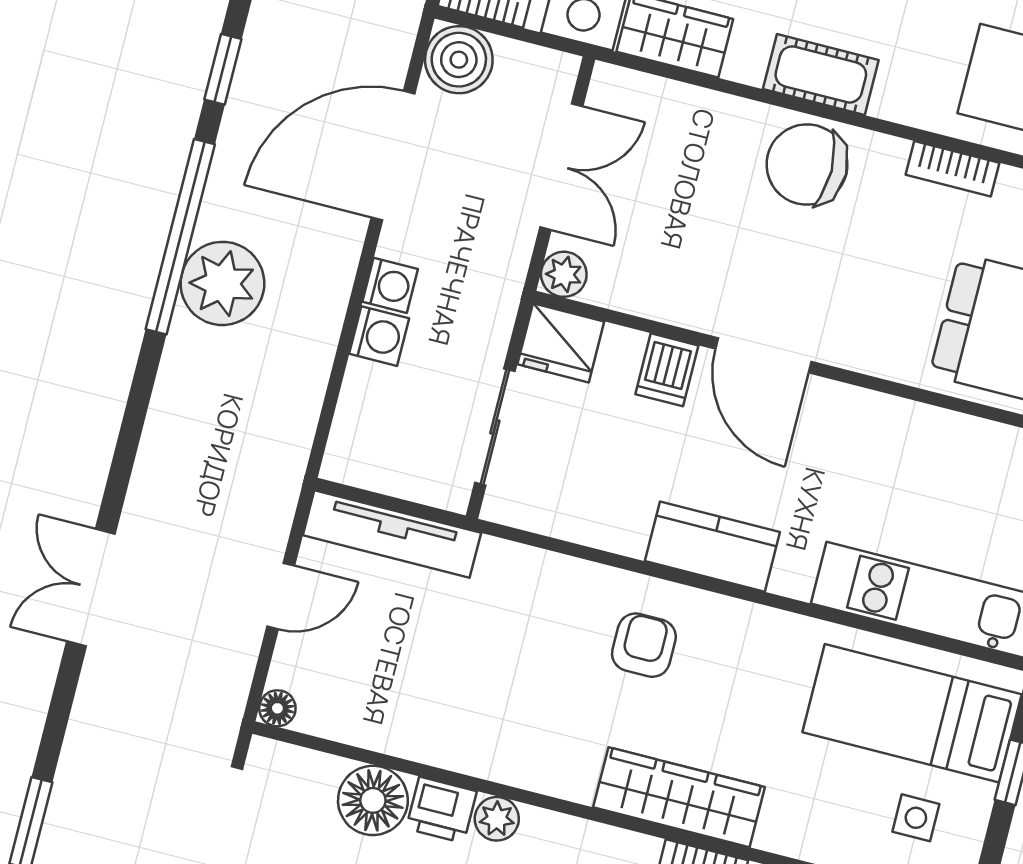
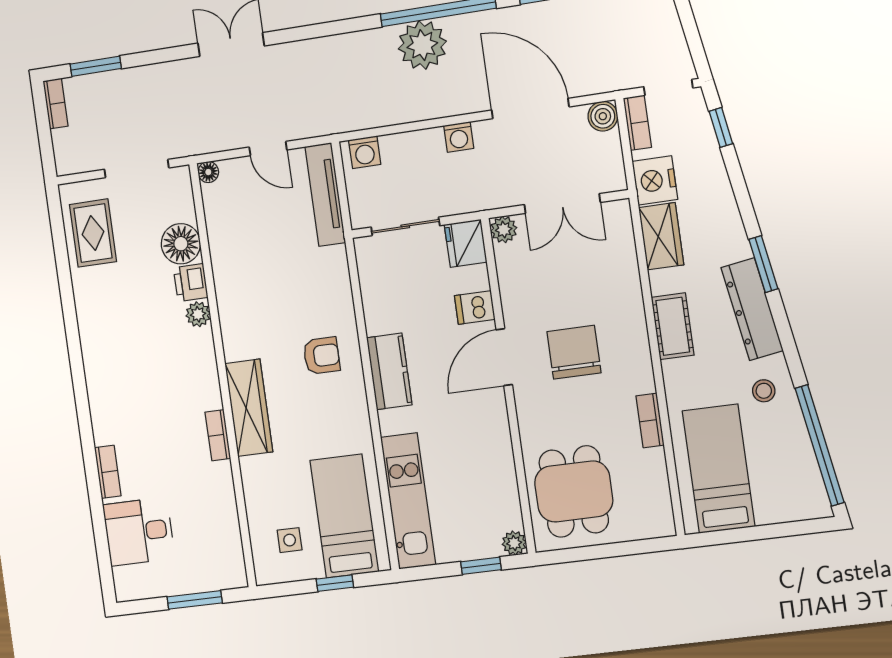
boiler: (459, 60) -> (603, 116), width x0.73, depth x0.73
chair: (807, 165) -> (574, 352), moved
washing machine: (379, 336) -> (365, 152), moved

